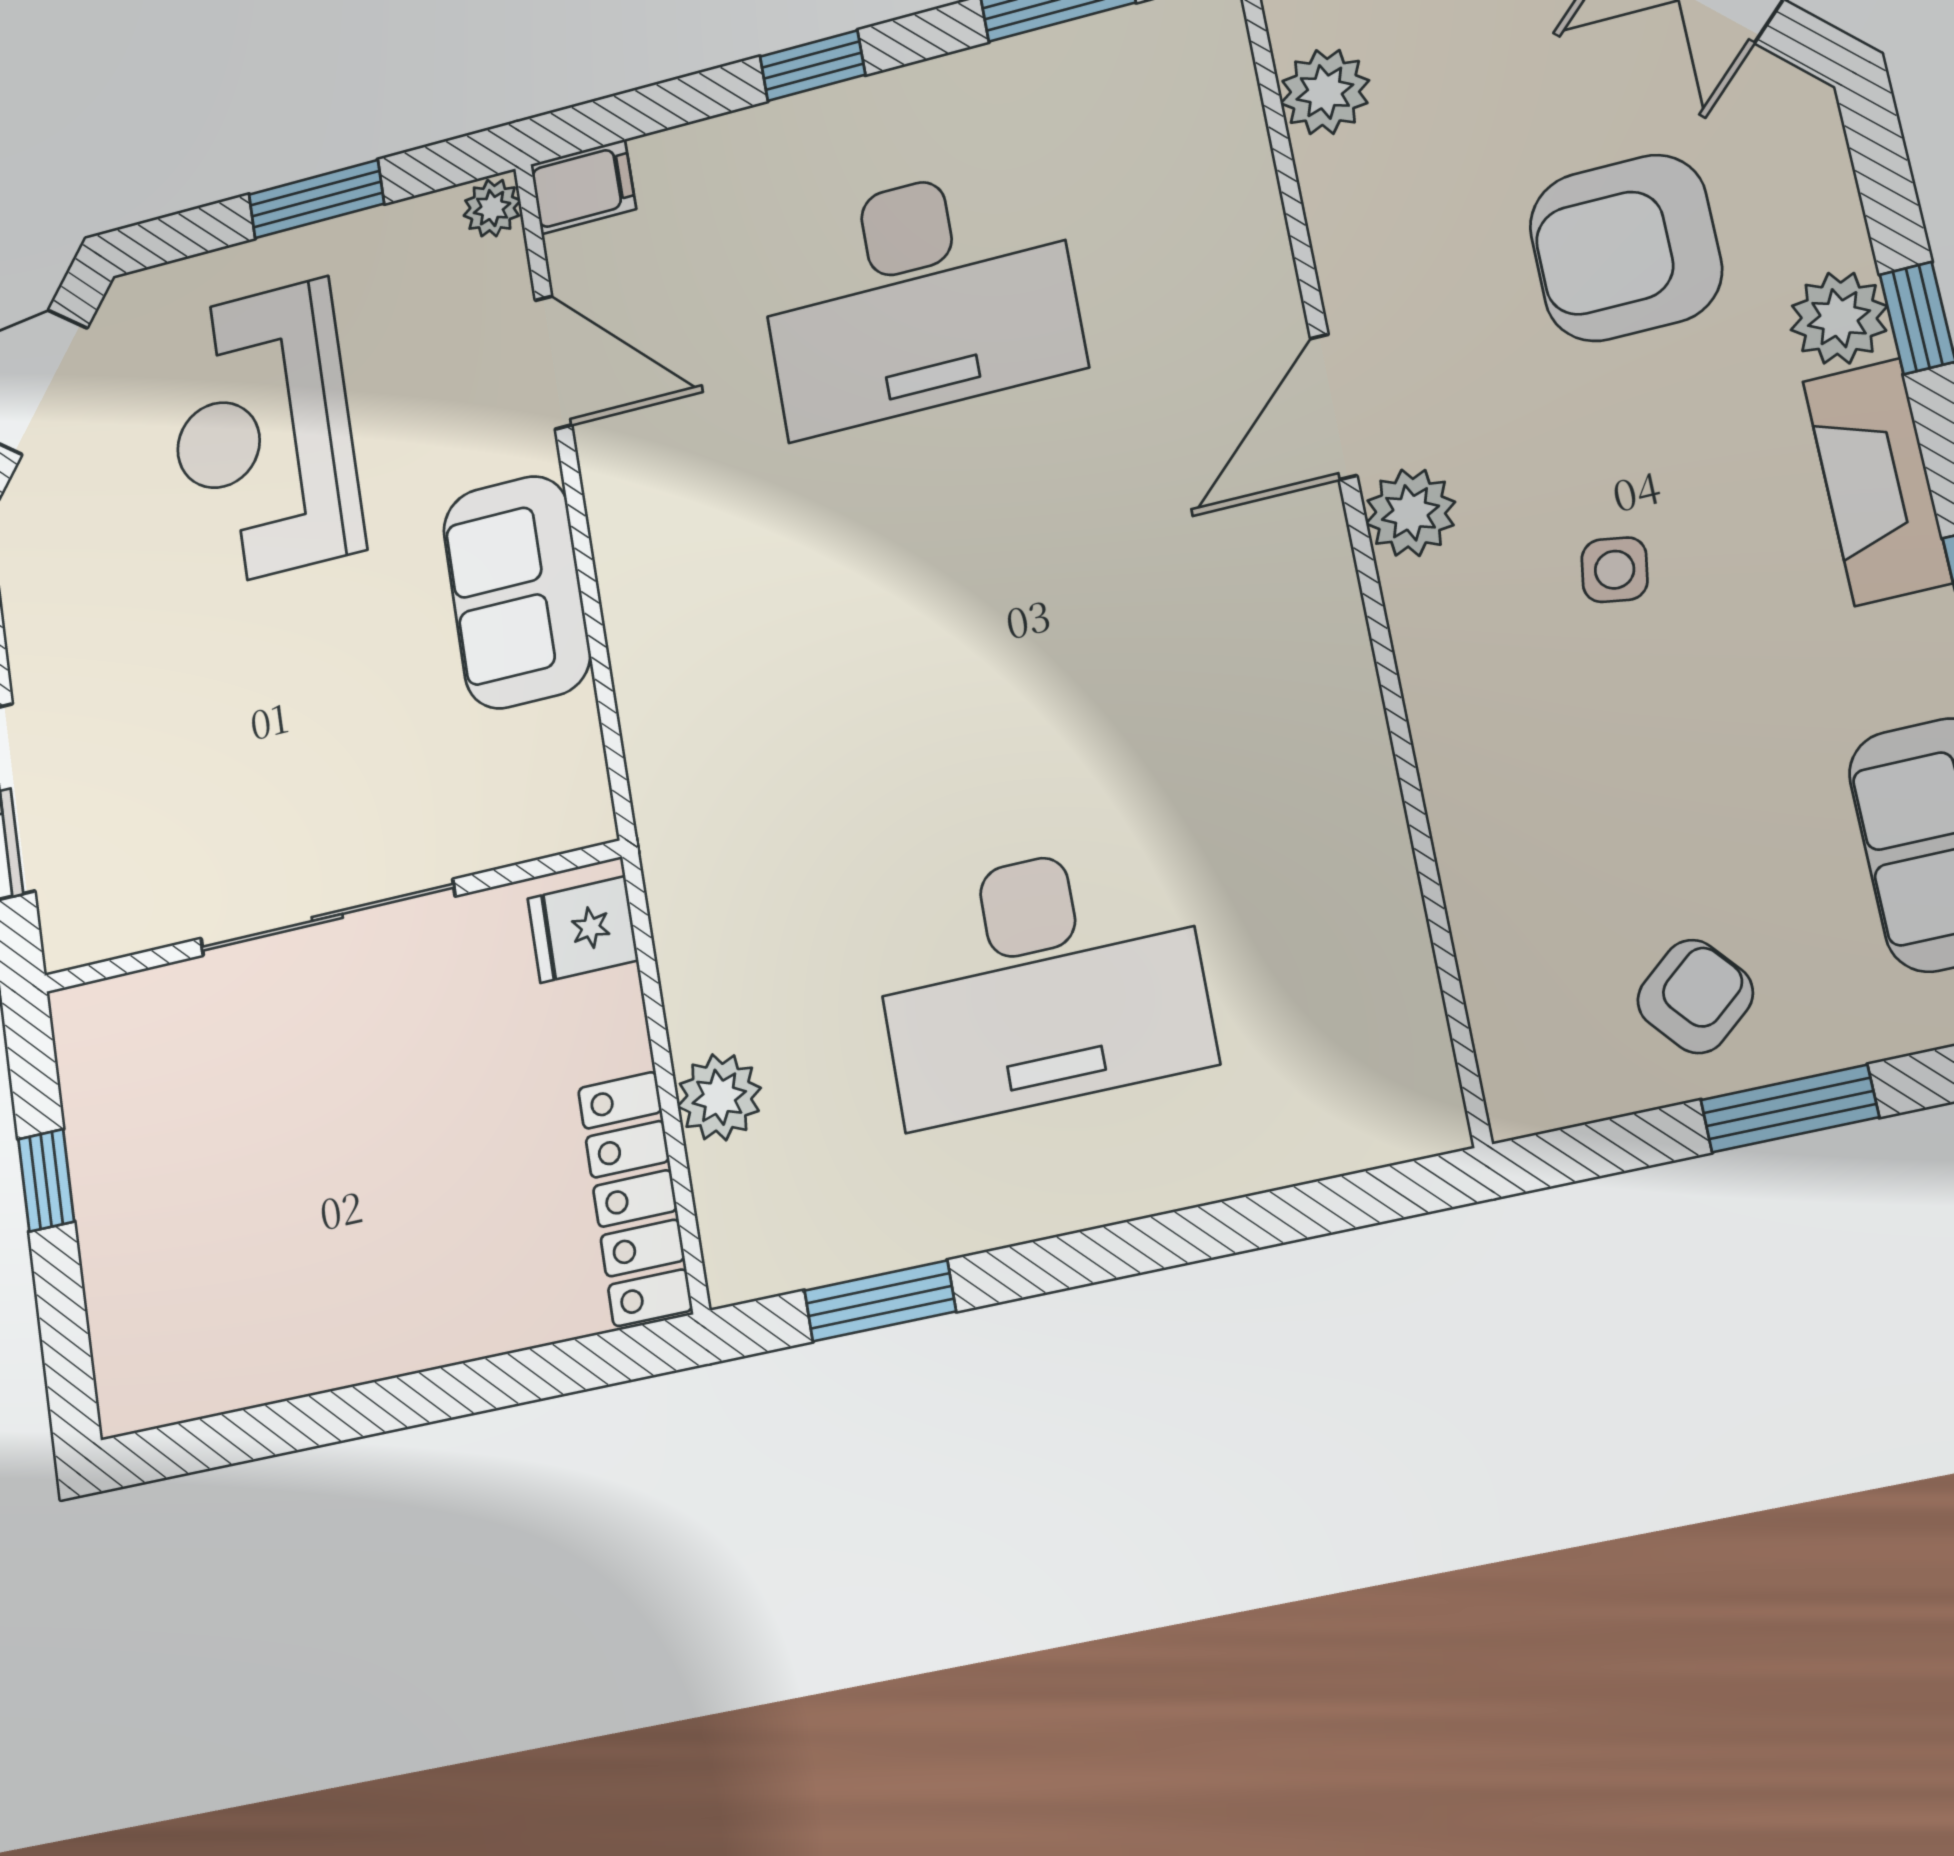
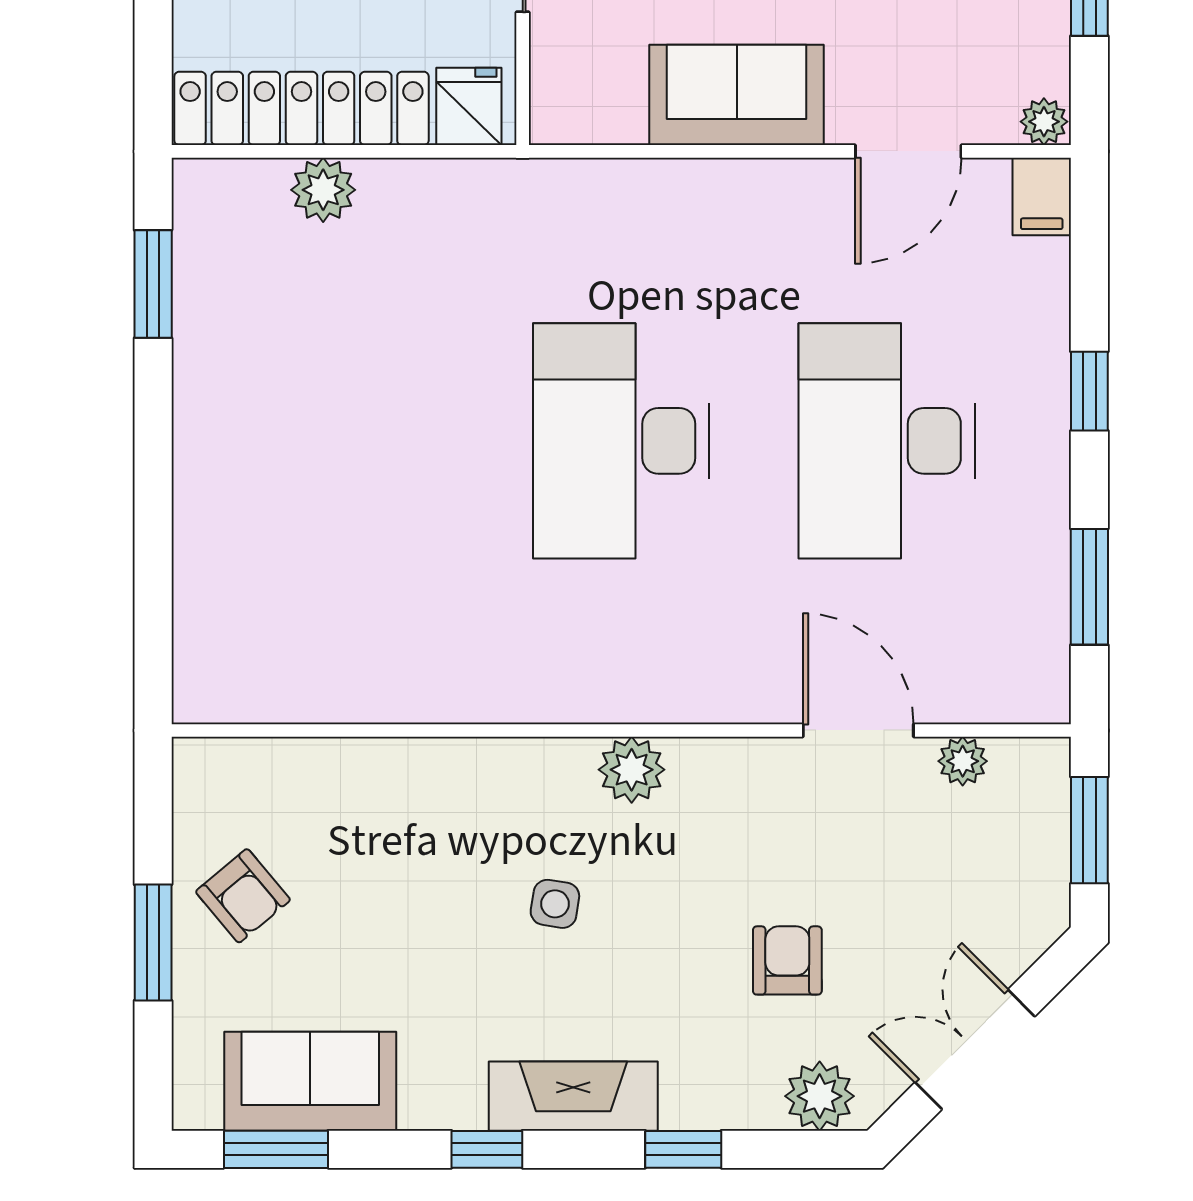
plant: (1325, 92) -> (963, 761), width x0.73, depth x0.73
armchair: (1626, 248) -> (787, 960), width x0.53, depth x0.53
plant: (1839, 318) -> (820, 1096), moved
door: (1334, 407) -> (858, 730), moved
desk: (1041, 980) -> (621, 441), moved
locker: (635, 1198) -> (301, 108), width x1.41, depth x1.21

